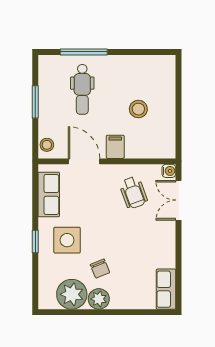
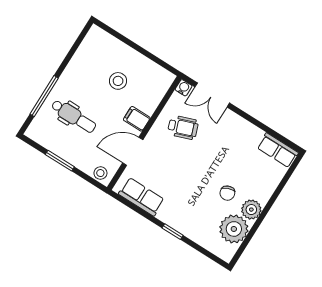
side table: (67, 240) -> (188, 205), removed
chair: (100, 269) -> (227, 193), turned 92

